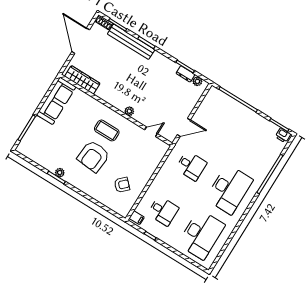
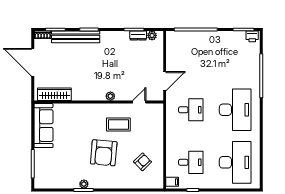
coffee table: (107, 130) -> (118, 124), moved

